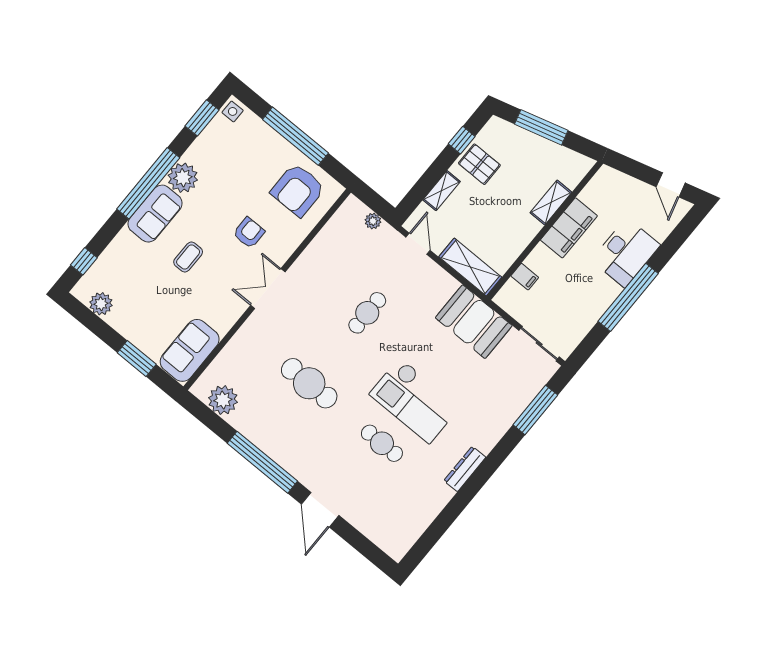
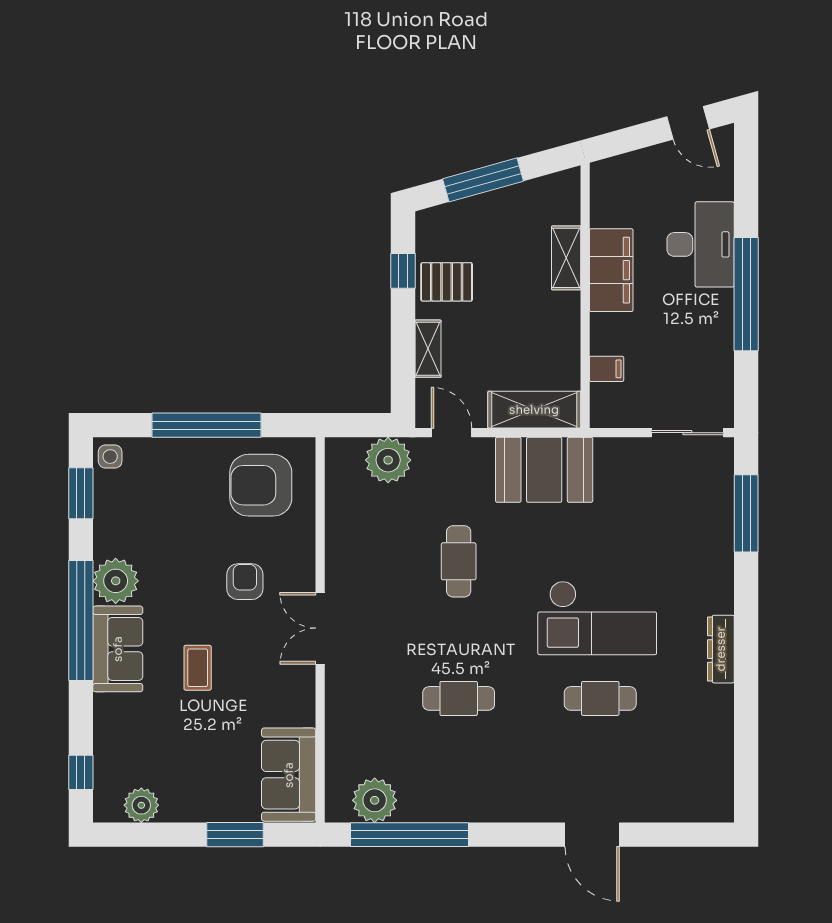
armchair: (298, 190) -> (261, 485), turned 90
plant: (373, 221) -> (388, 460), width x1.88, depth x1.88
booth: (474, 322) -> (544, 470), moved
cafe table: (309, 383) -> (459, 698), width x0.73, depth x0.74
window: (262, 462) -> (410, 835), moved

